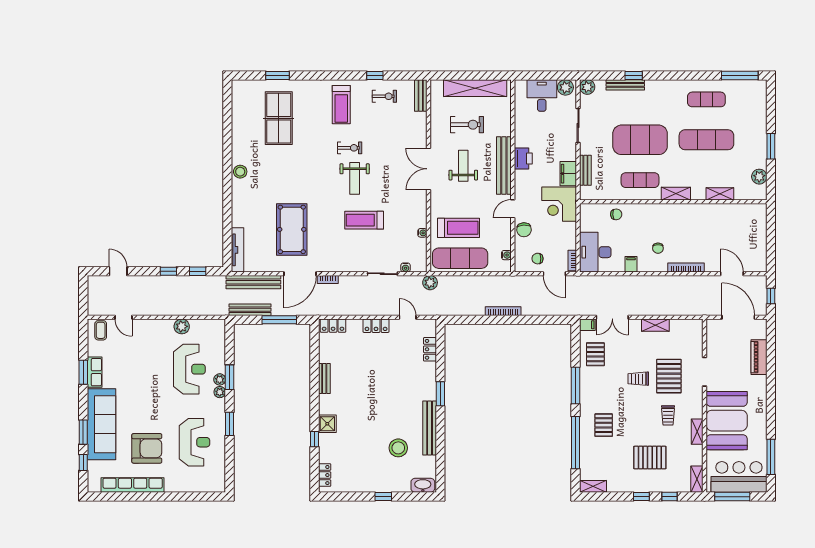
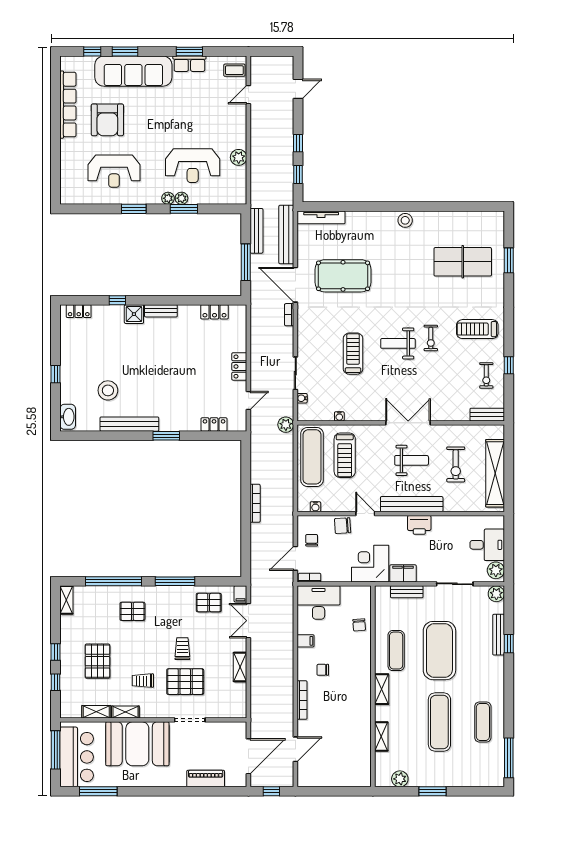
locker: (333, 326) -> (214, 312), moved, turned -90
bench: (324, 378) -> (161, 311), moved
shelving: (697, 479) -> (96, 712), moved

